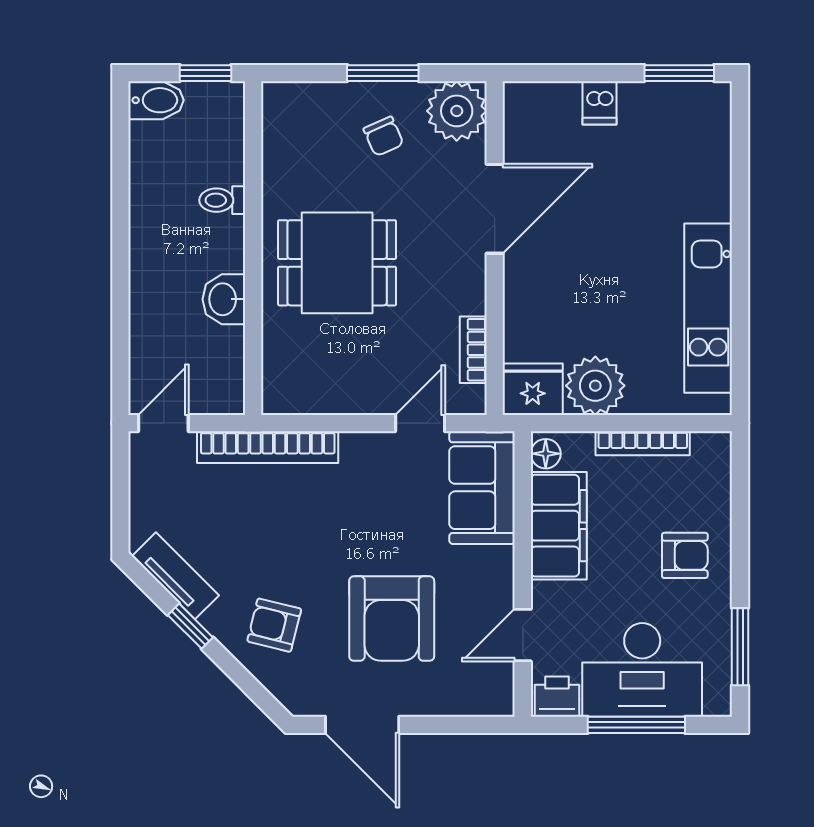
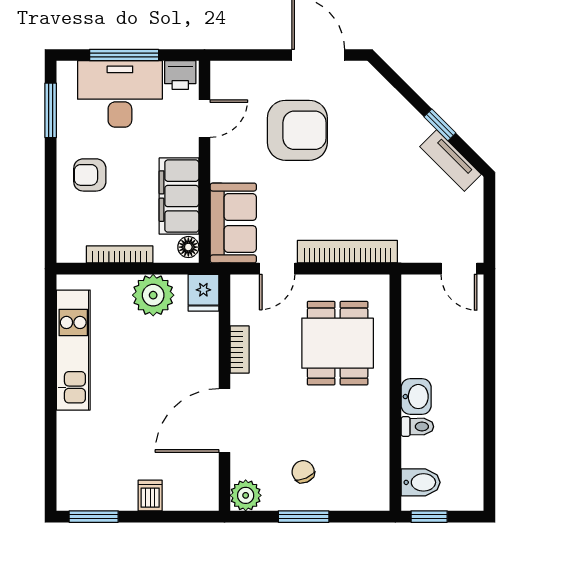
bidet: (156, 100) -> (421, 482), moved, turned 180
plant: (457, 111) -> (246, 495), width x0.73, depth x0.73
dining table: (337, 263) -> (338, 343), moved, turned 90
washbasin: (224, 299) -> (416, 397), moved
bookcase: (473, 350) -> (240, 350), moved
fridge: (533, 389) -> (203, 293), width x0.72
door: (163, 423) -> (459, 269), hinge flipped
bookcase: (268, 447) -> (347, 252), moved
armchair: (392, 619) -> (297, 130), turned 90
armchair: (274, 625) -> (381, 126), removed

